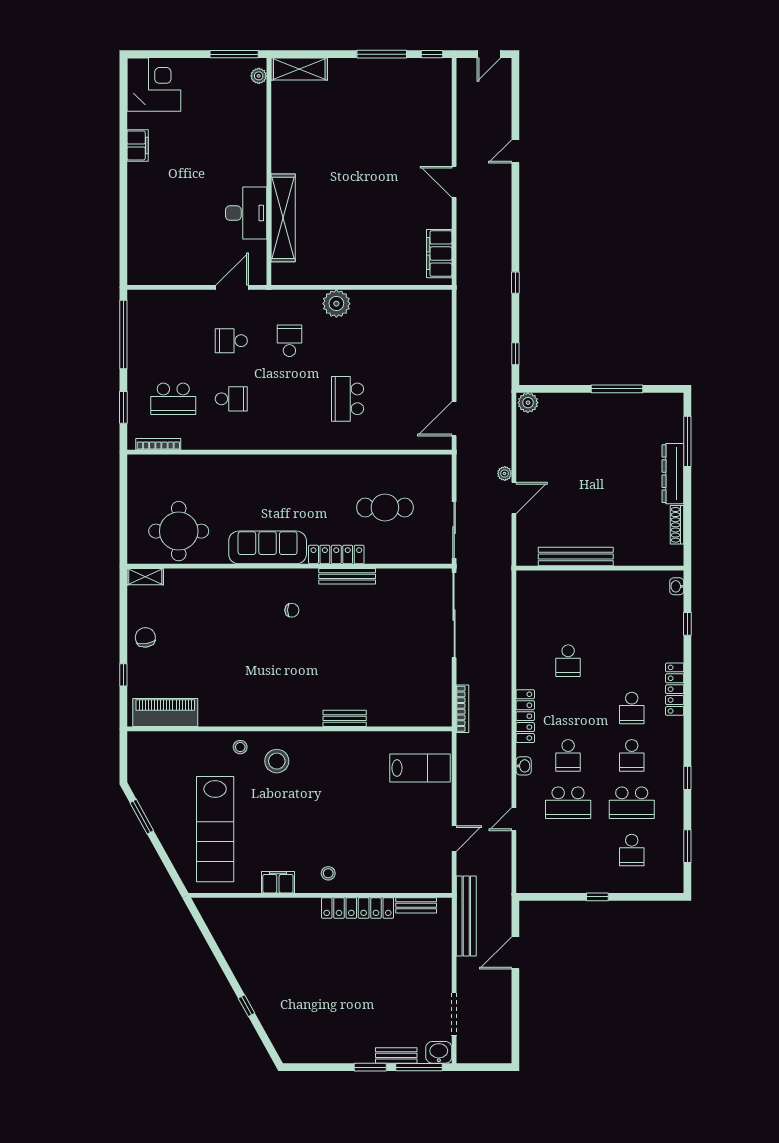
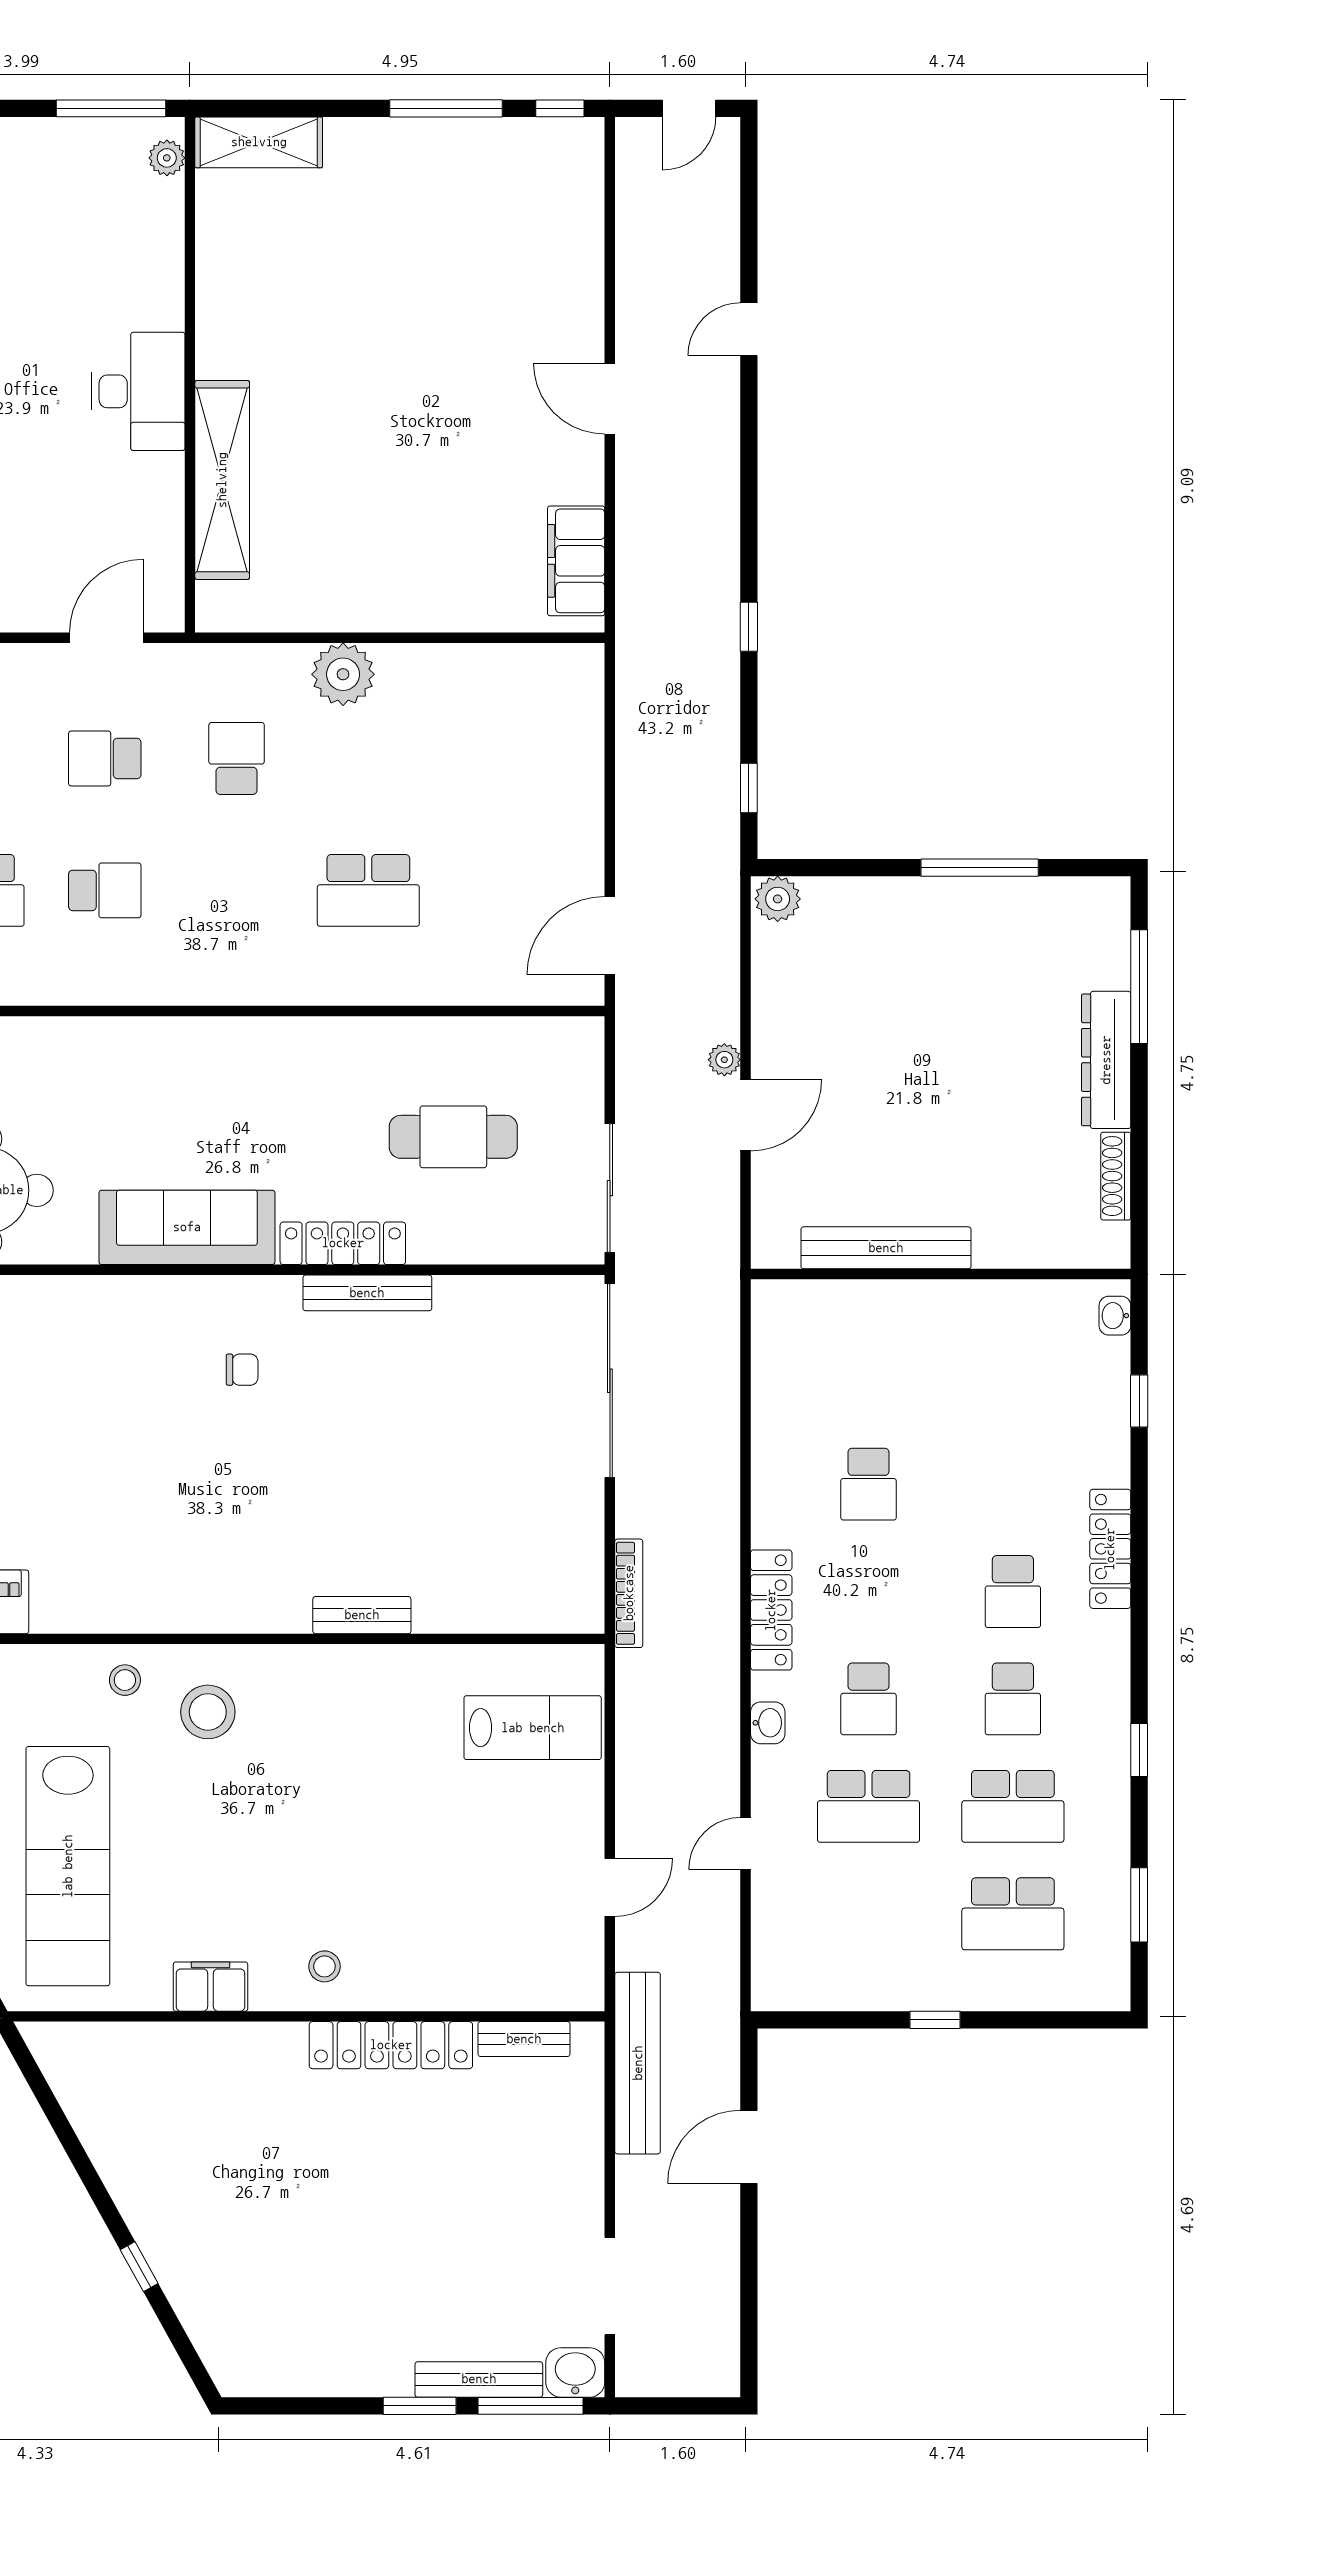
desk: (246, 213) -> (138, 391), moved
school desk: (348, 399) -> (368, 890), turned -90
school desk: (632, 850) -> (1013, 1914), width x1.85
bench: (396, 1055) -> (479, 2379), width x1.36

